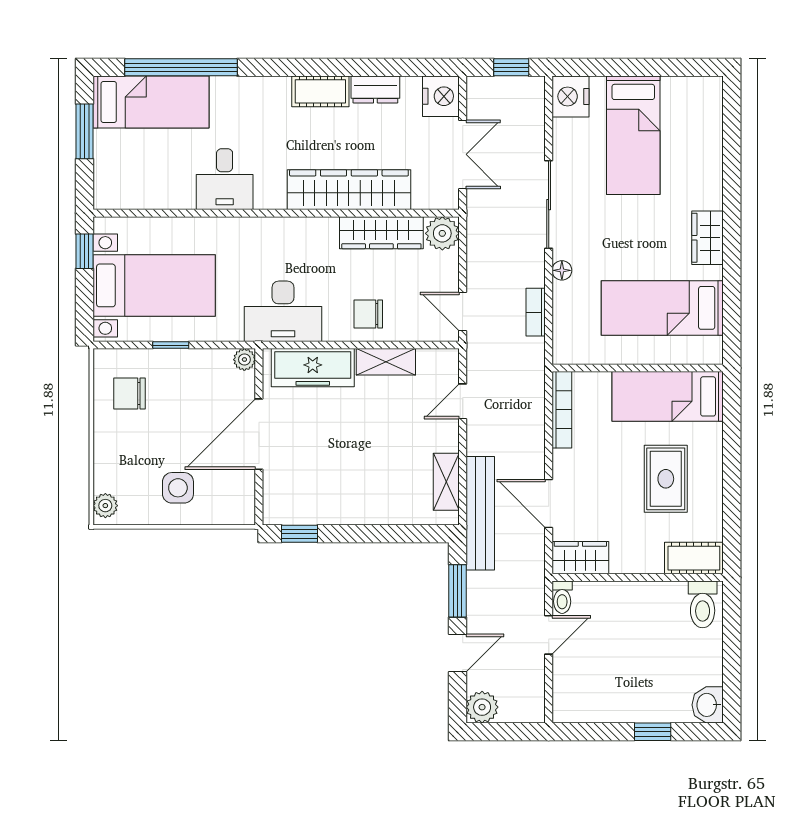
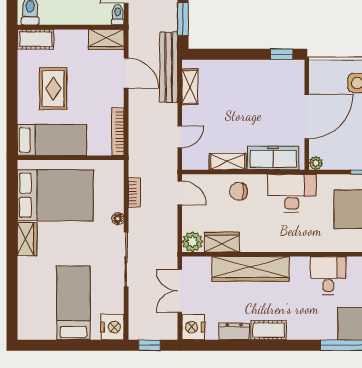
wardrobe: (381, 233) -> (222, 242), width x0.67
bed: (662, 308) -> (55, 195), width x1.50
chair: (368, 314) -> (239, 191), turned 180

